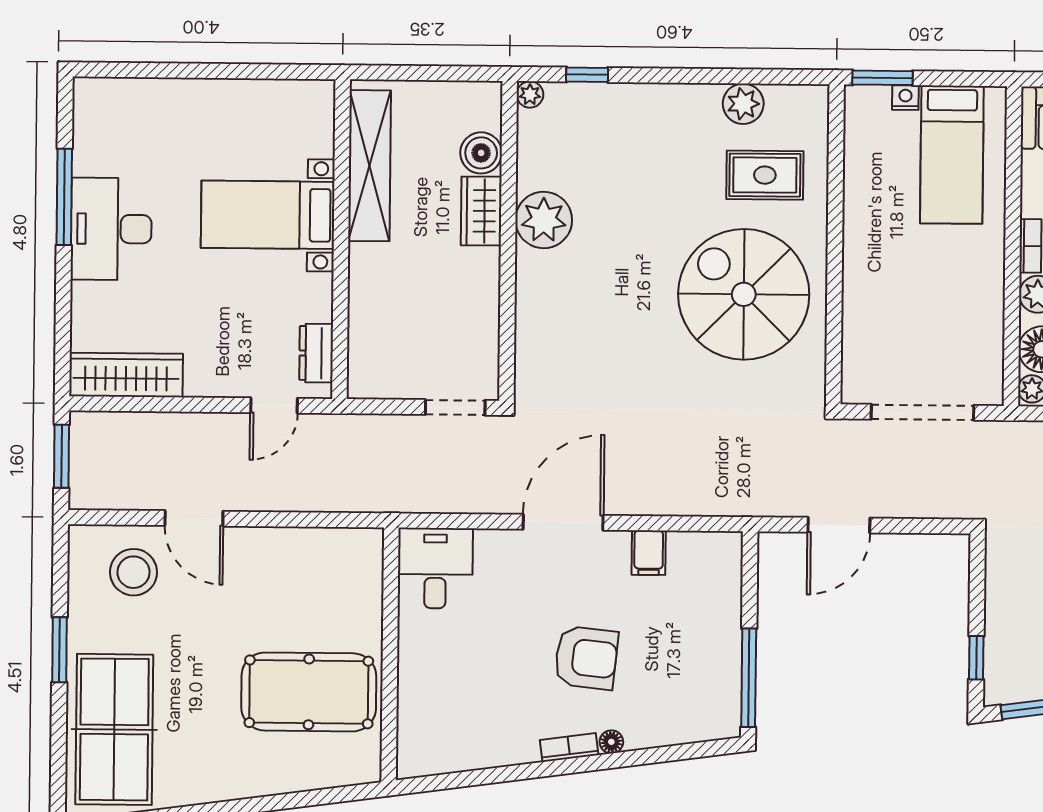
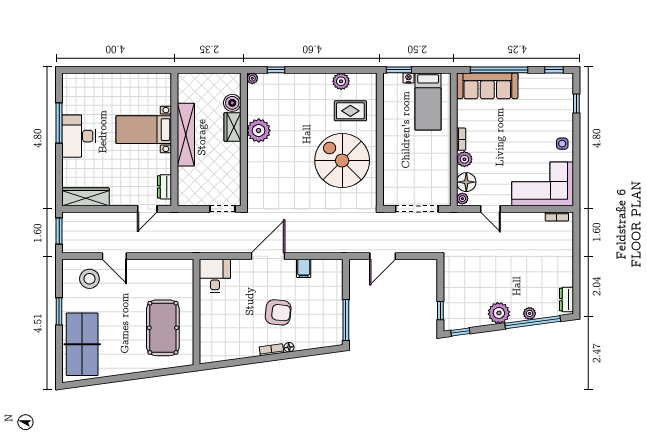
shelving: (369, 166) -> (186, 135), moved
pool table: (309, 692) -> (163, 328), turned 90

